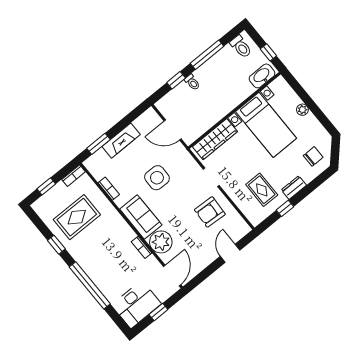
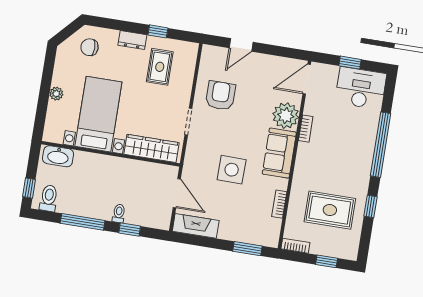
window: (268, 52) -> (29, 188), moved
fireplace: (121, 141) -> (196, 226), moved
armchair: (210, 212) -> (220, 96), turned -93

